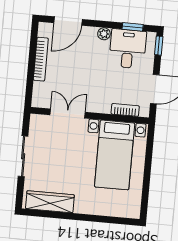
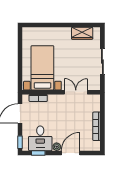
door: (68, 21) -> (71, 153), moved
double door: (68, 113) -> (76, 92), swing flipped
wardrobe: (50, 202) -> (82, 33), width x0.67

